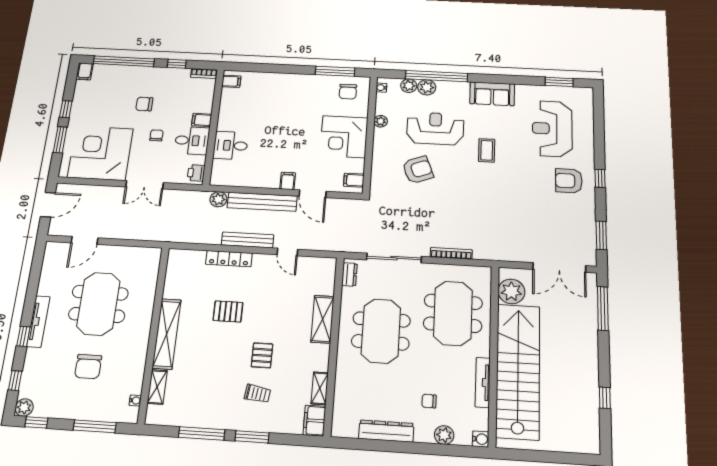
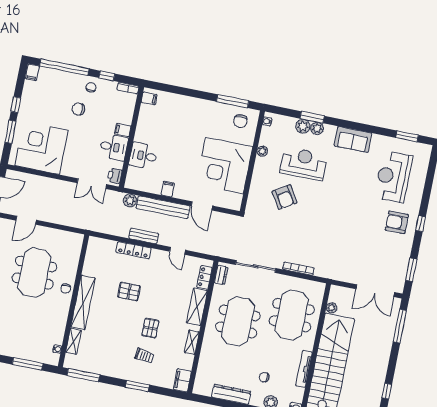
window: (437, 76) -> (312, 117), width x0.47
plant: (409, 86) -> (317, 128), moved
chair: (156, 135) -> (91, 87), moved
corner desk: (344, 137) -> (225, 166), width x1.36, depth x1.36
coffee table: (487, 150) -> (340, 188), removed
armchair: (418, 170) -> (285, 197), turned 79
filing cabinet: (354, 180) -> (235, 199), removed
filing cabinet: (288, 181) -> (168, 189), moved
double door: (145, 185) -> (92, 184), moved
bench: (248, 240) -> (144, 236), width x0.73
locker: (328, 280) -> (204, 277), added
plant: (511, 291) -> (332, 308), width x0.53, depth x0.53
chair: (88, 367) -> (66, 289), moved, width x0.54, depth x0.54
shelving: (320, 388) -> (192, 342), moved
window: (202, 433) -> (83, 375), moved

